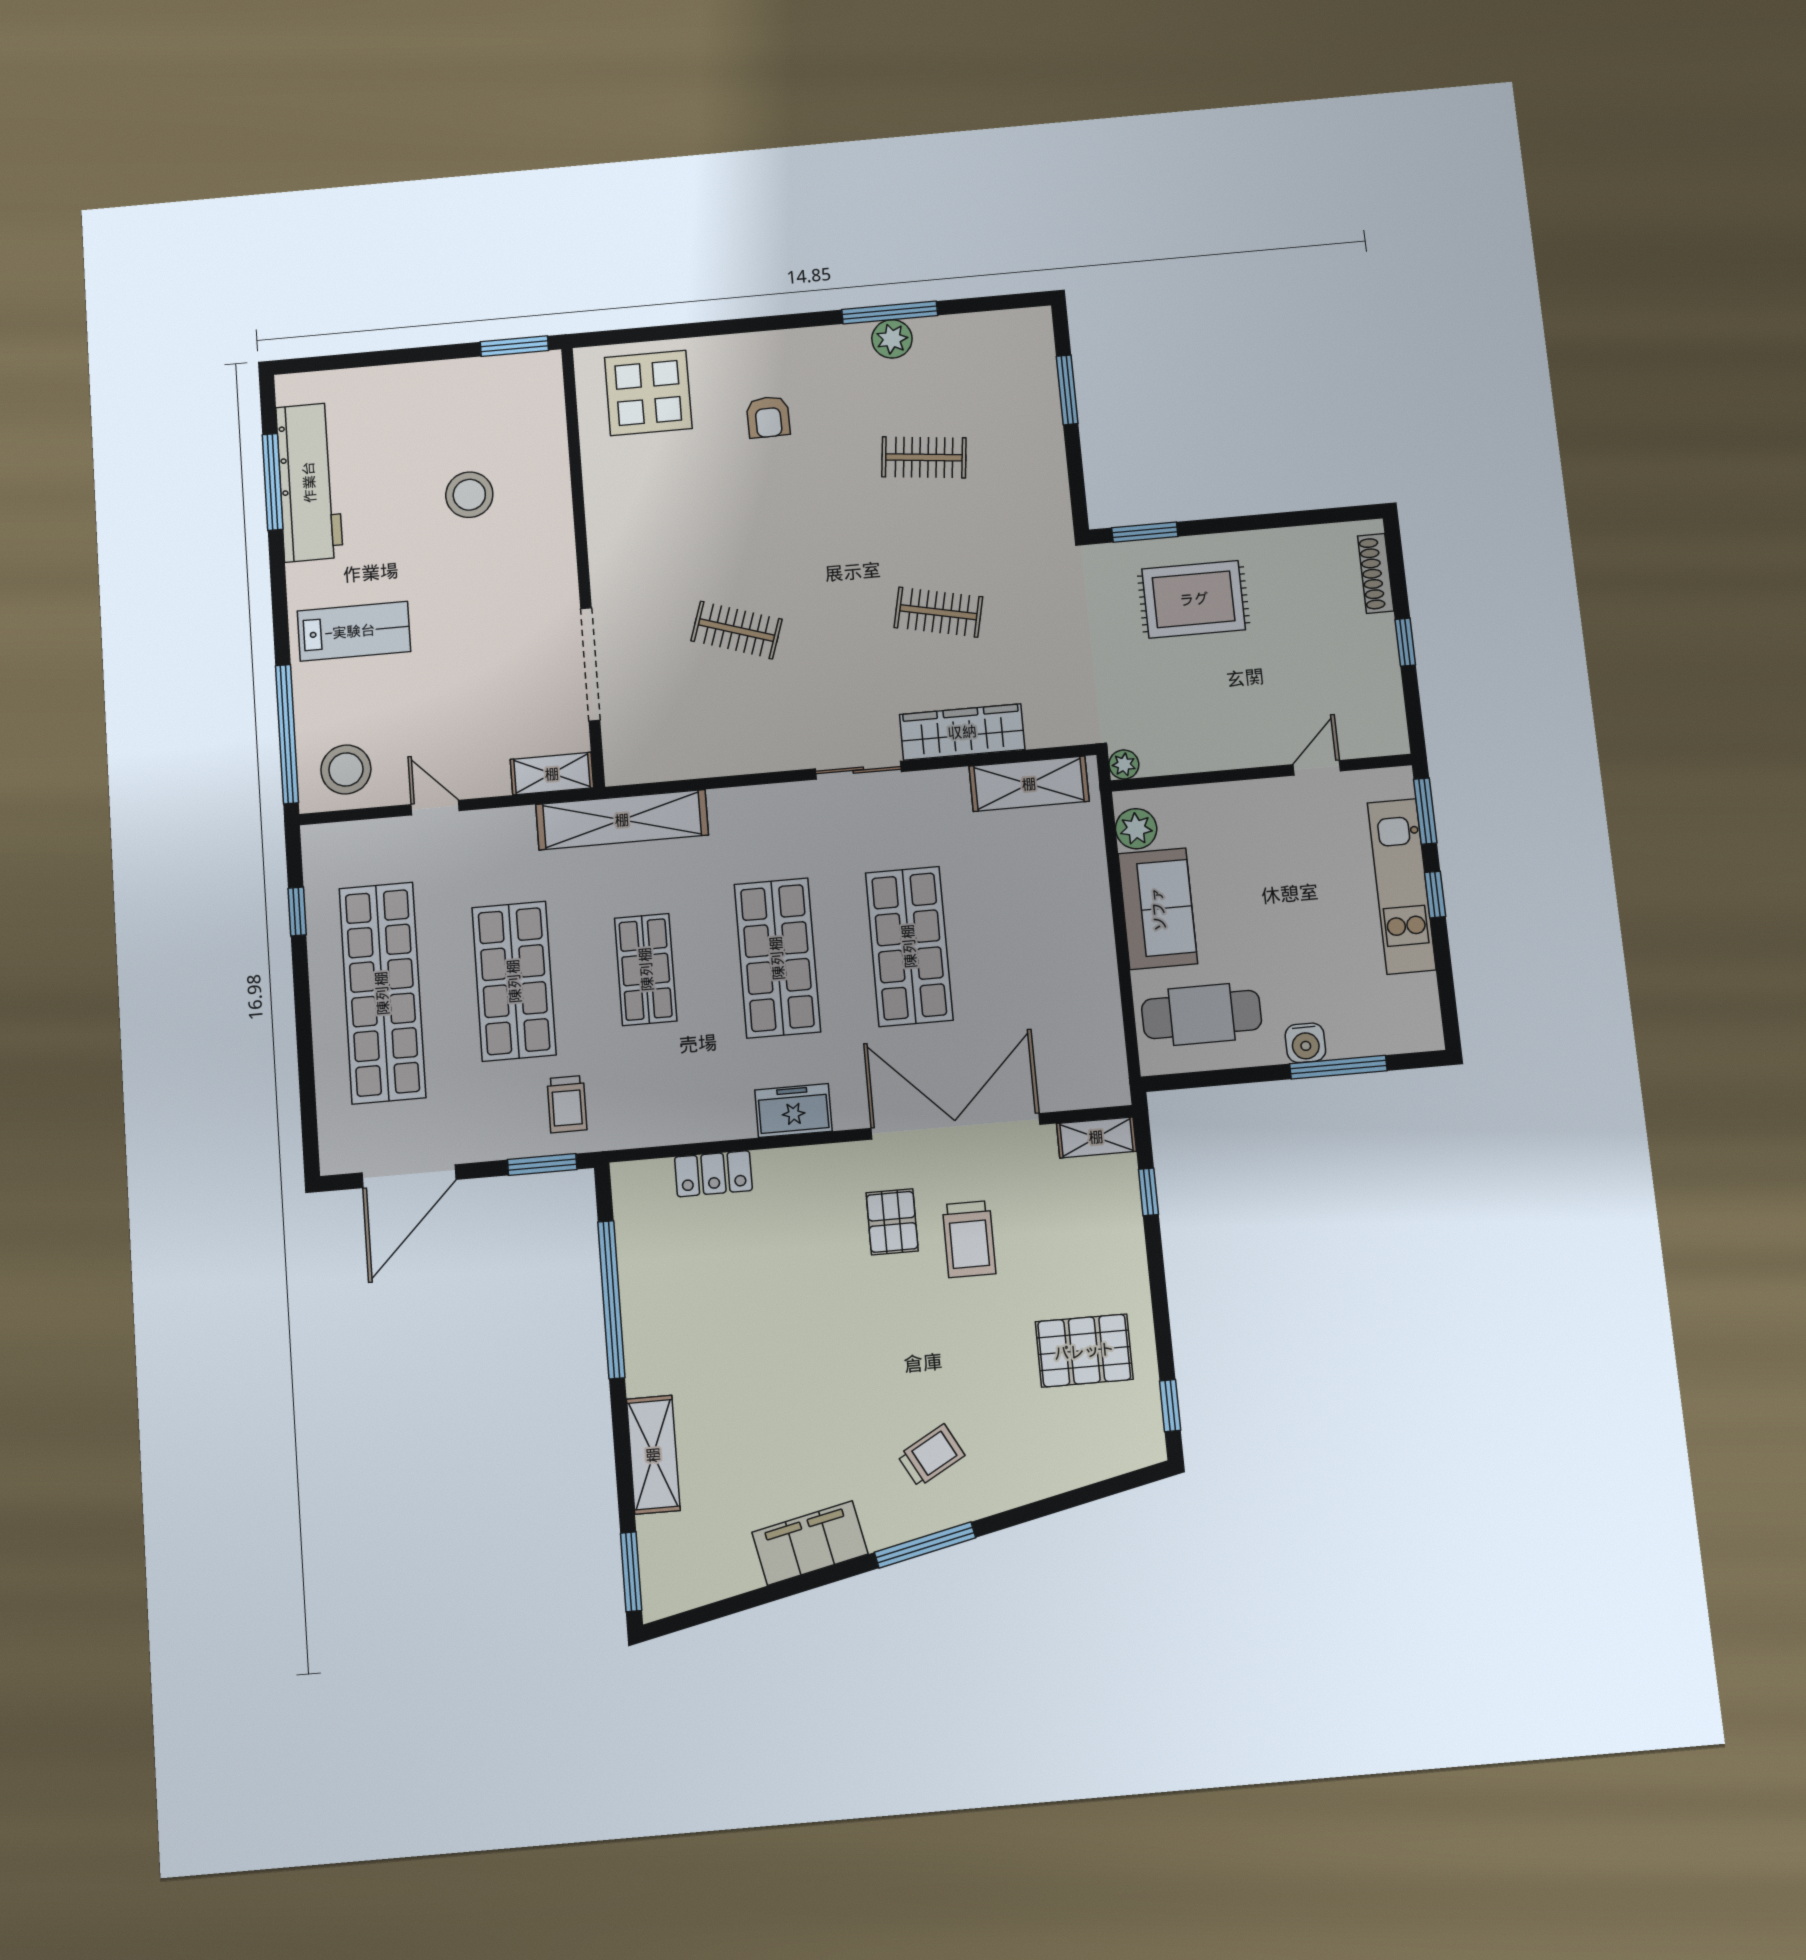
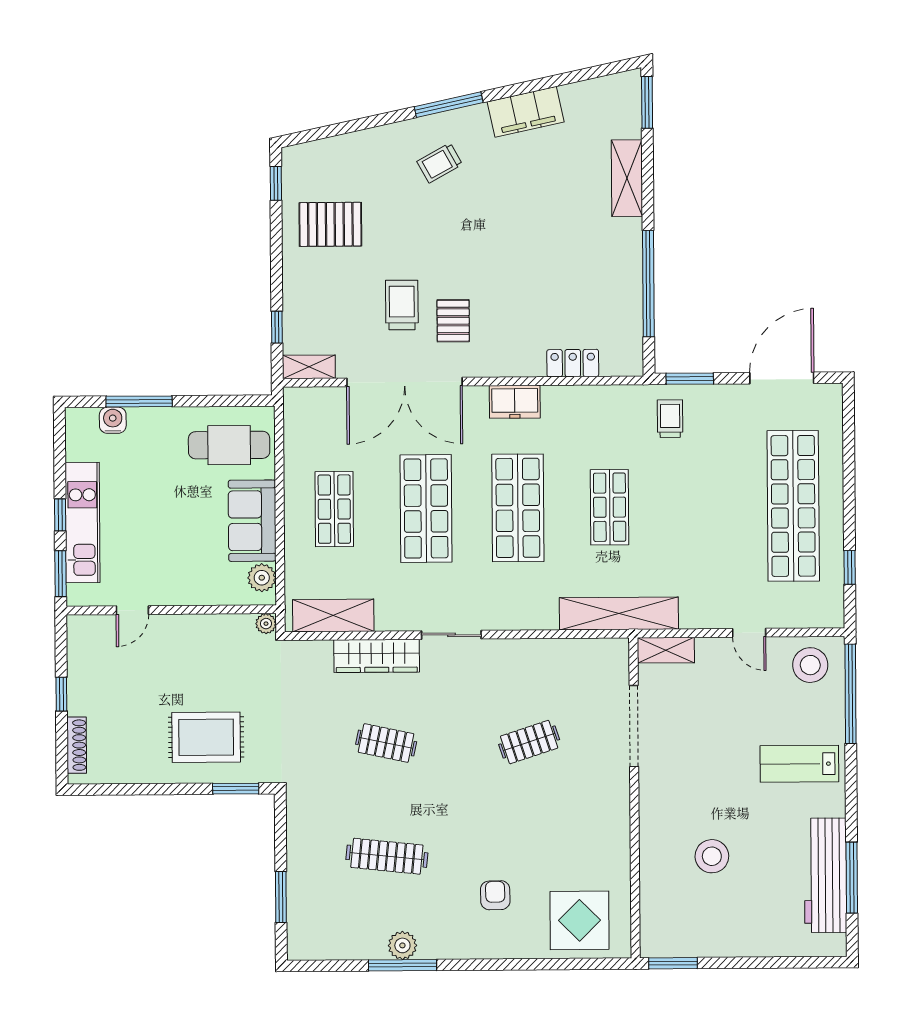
clothes rail: (924, 457) -> (387, 856), width x1.36
clothes rail: (736, 630) -> (529, 742), turned -36
shop shelf: (514, 981) -> (334, 509), moved, width x0.70, depth x0.74
water cooler: (1305, 1043) -> (113, 420), moved

